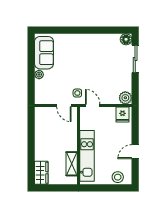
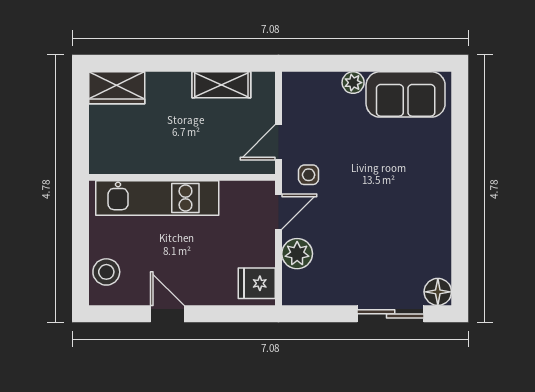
plant: (125, 98) -> (297, 254), moved
shelving: (72, 164) -> (221, 85), moved

